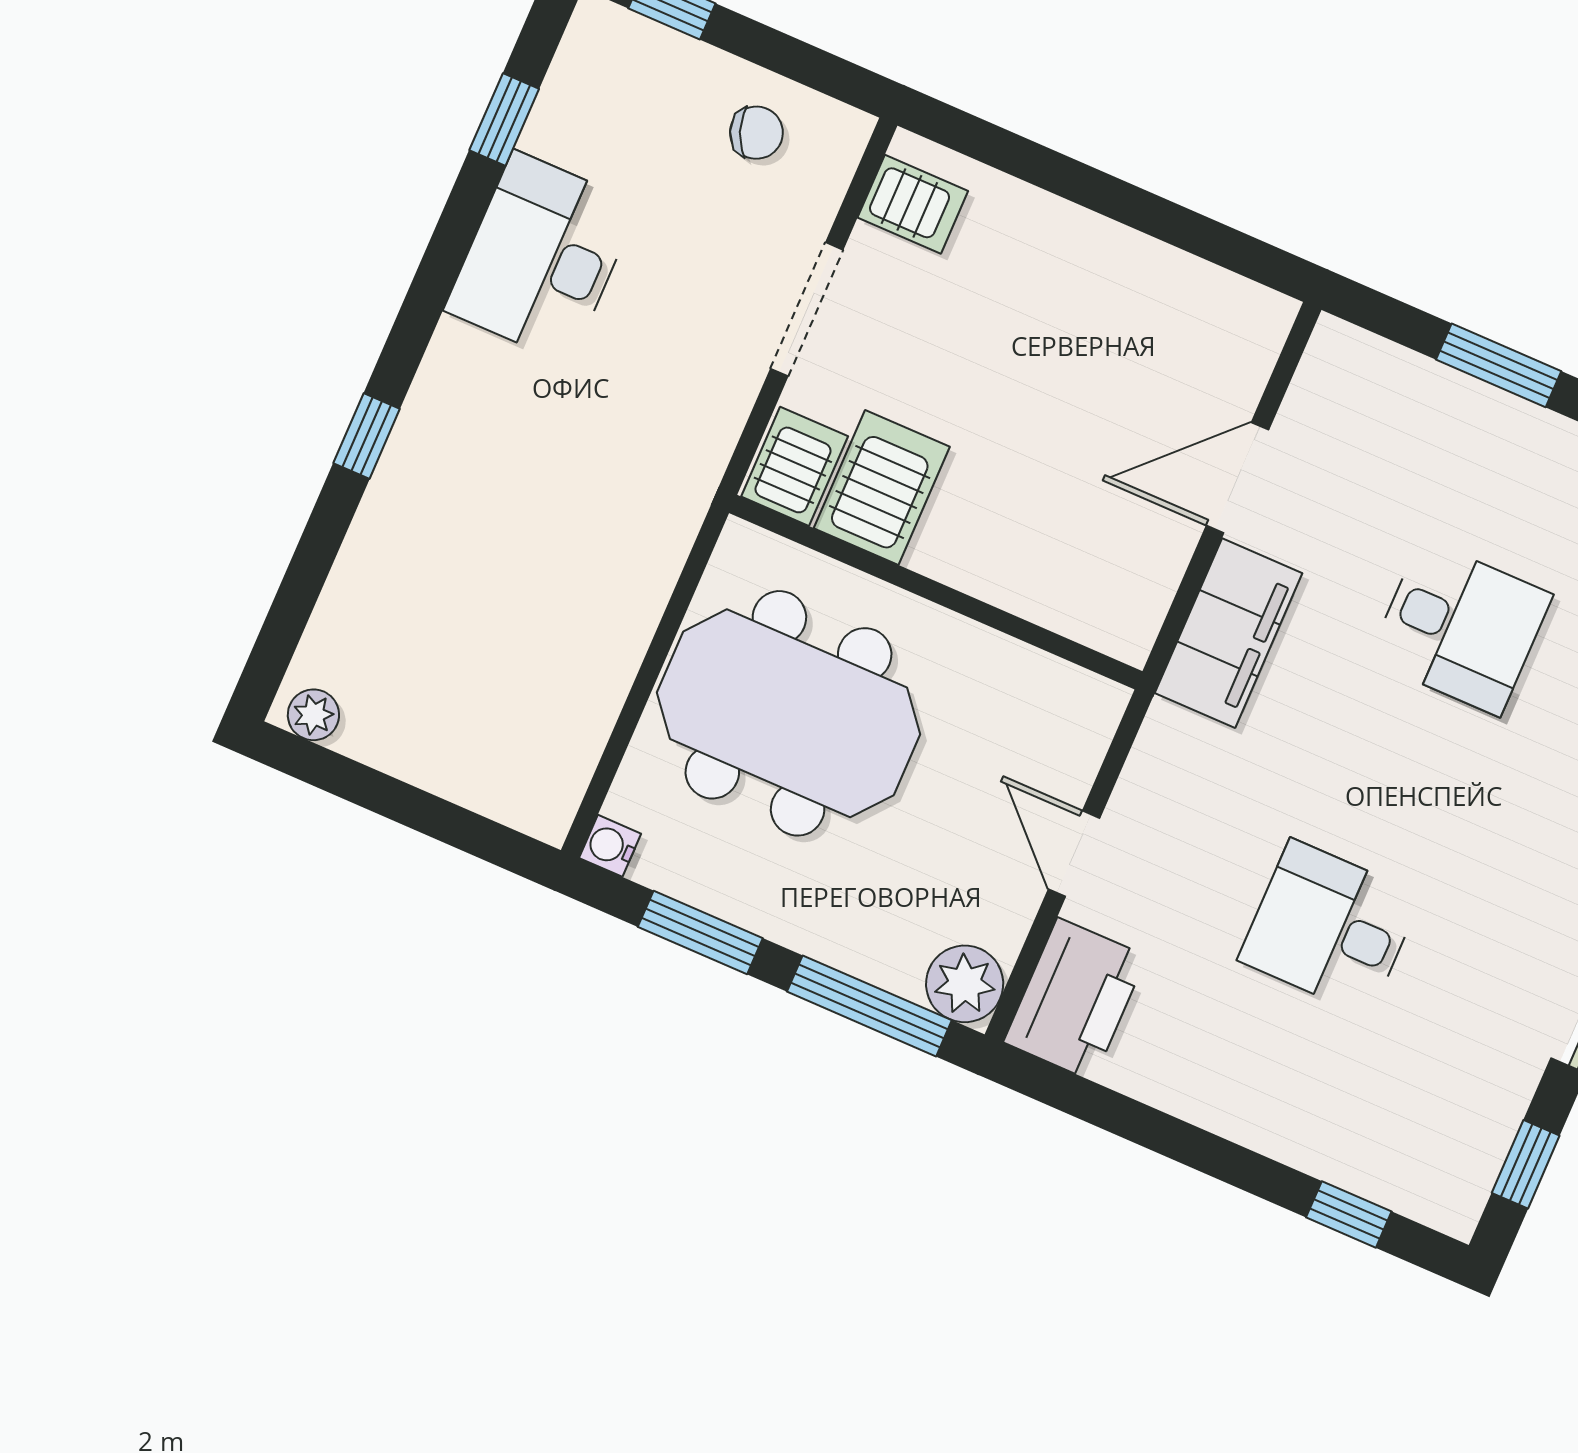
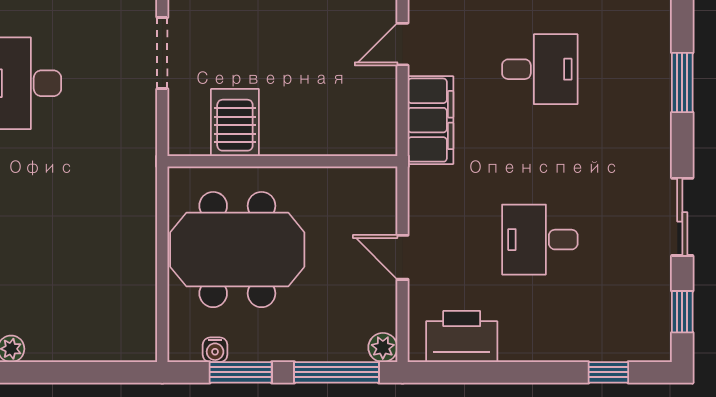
server rack: (795, 466) -> (189, 131), removed
door: (1238, 478) -> (403, 44), width x0.73
water cooler: (610, 846) -> (215, 350), moved, turned -90
plant: (965, 984) -> (383, 347), width x0.73, depth x0.73
printer: (1075, 999) -> (462, 336), moved, turned -90

